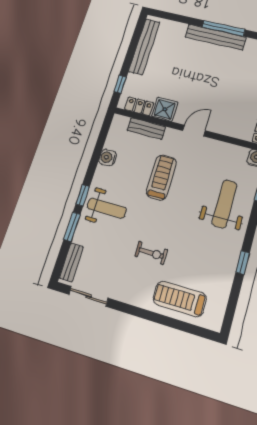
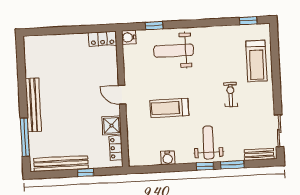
window: (224, 28) -> (25, 137), moved
window: (120, 84) -> (86, 172), moved
bench: (146, 129) -> (133, 135), removed
window: (243, 263) -> (248, 21), moved

